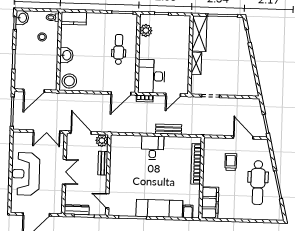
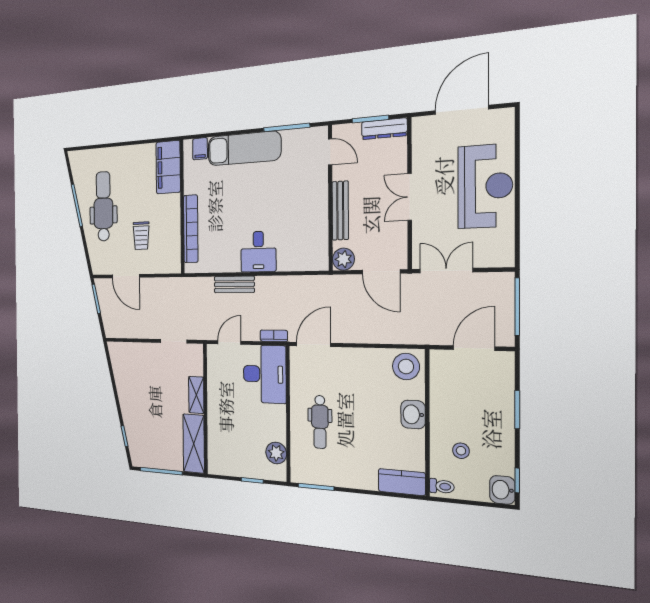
bench: (103, 163) -> (340, 211), width x1.36

